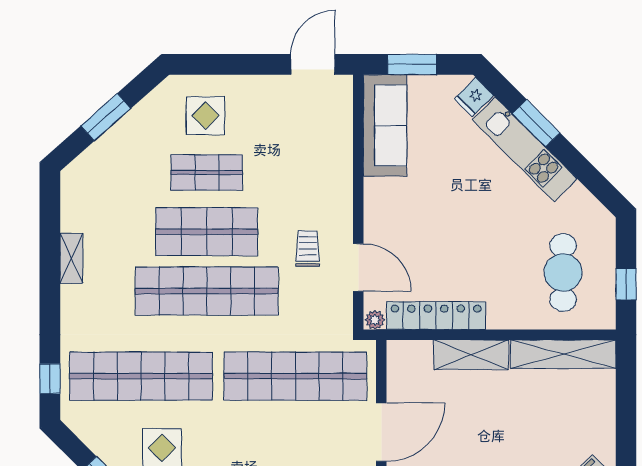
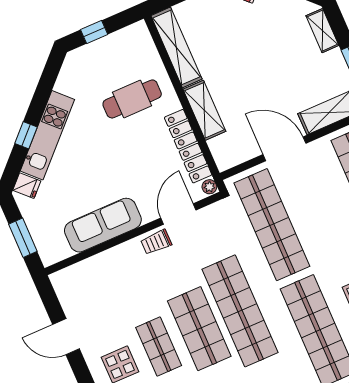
door: (313, 64) -> (66, 337), moved
window: (536, 123) -> (26, 135), width x0.67
sofa: (385, 125) -> (103, 225), moved
trolley: (308, 249) -> (156, 242), moved
cafe table: (563, 273) -> (132, 99), moved
window: (626, 284) -> (94, 32), moved

